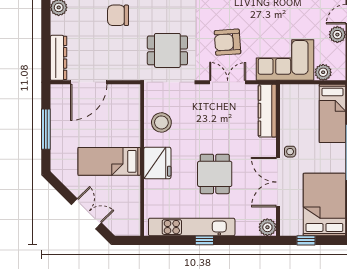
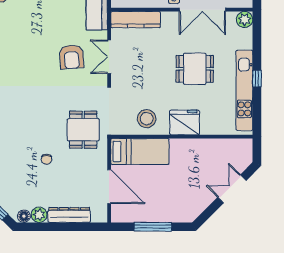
chair: (118, 15) -> (46, 159), width x0.54, depth x0.54
dining table: (167, 50) -> (83, 130), moved
dresser: (58, 58) -> (69, 215), moved
bed: (109, 161) -> (140, 151), moved, turned -90

